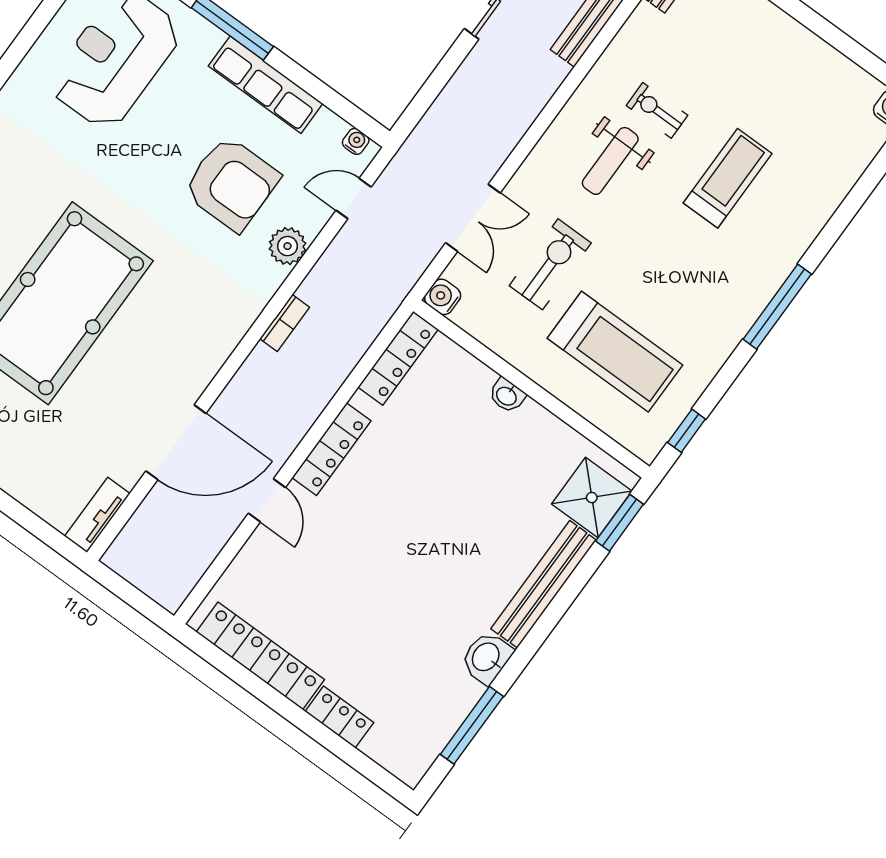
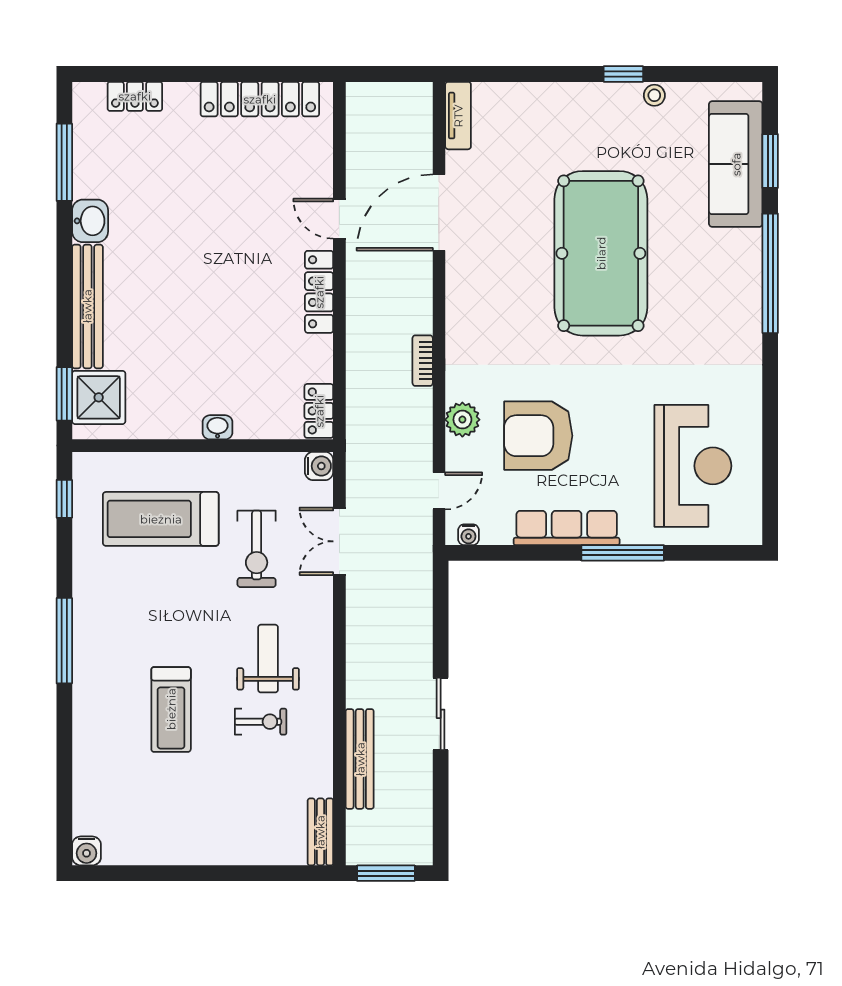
locker: (398, 358) -> (319, 411), width x0.66
locker: (339, 717) -> (135, 96), moved

